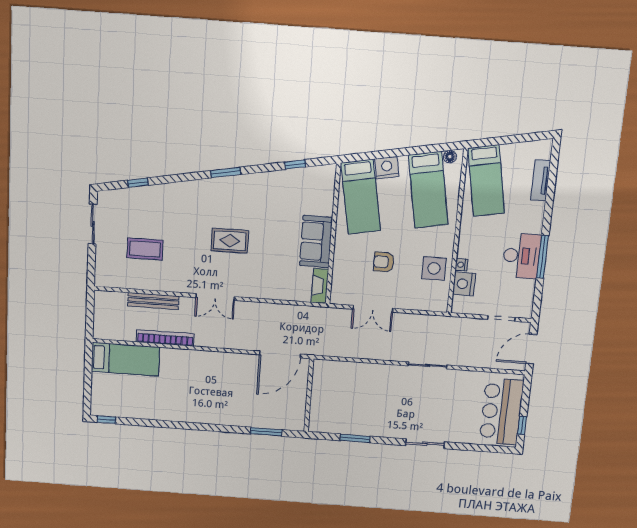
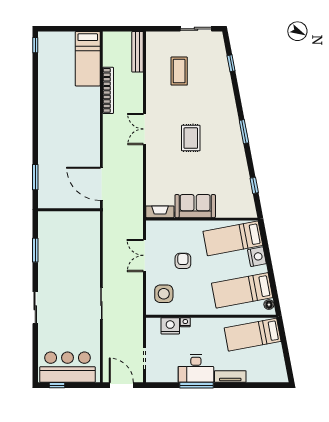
tv unit: (541, 180) -> (230, 376), moved
side table: (434, 268) -> (164, 294), moved
bench: (153, 301) -> (138, 52), moved

